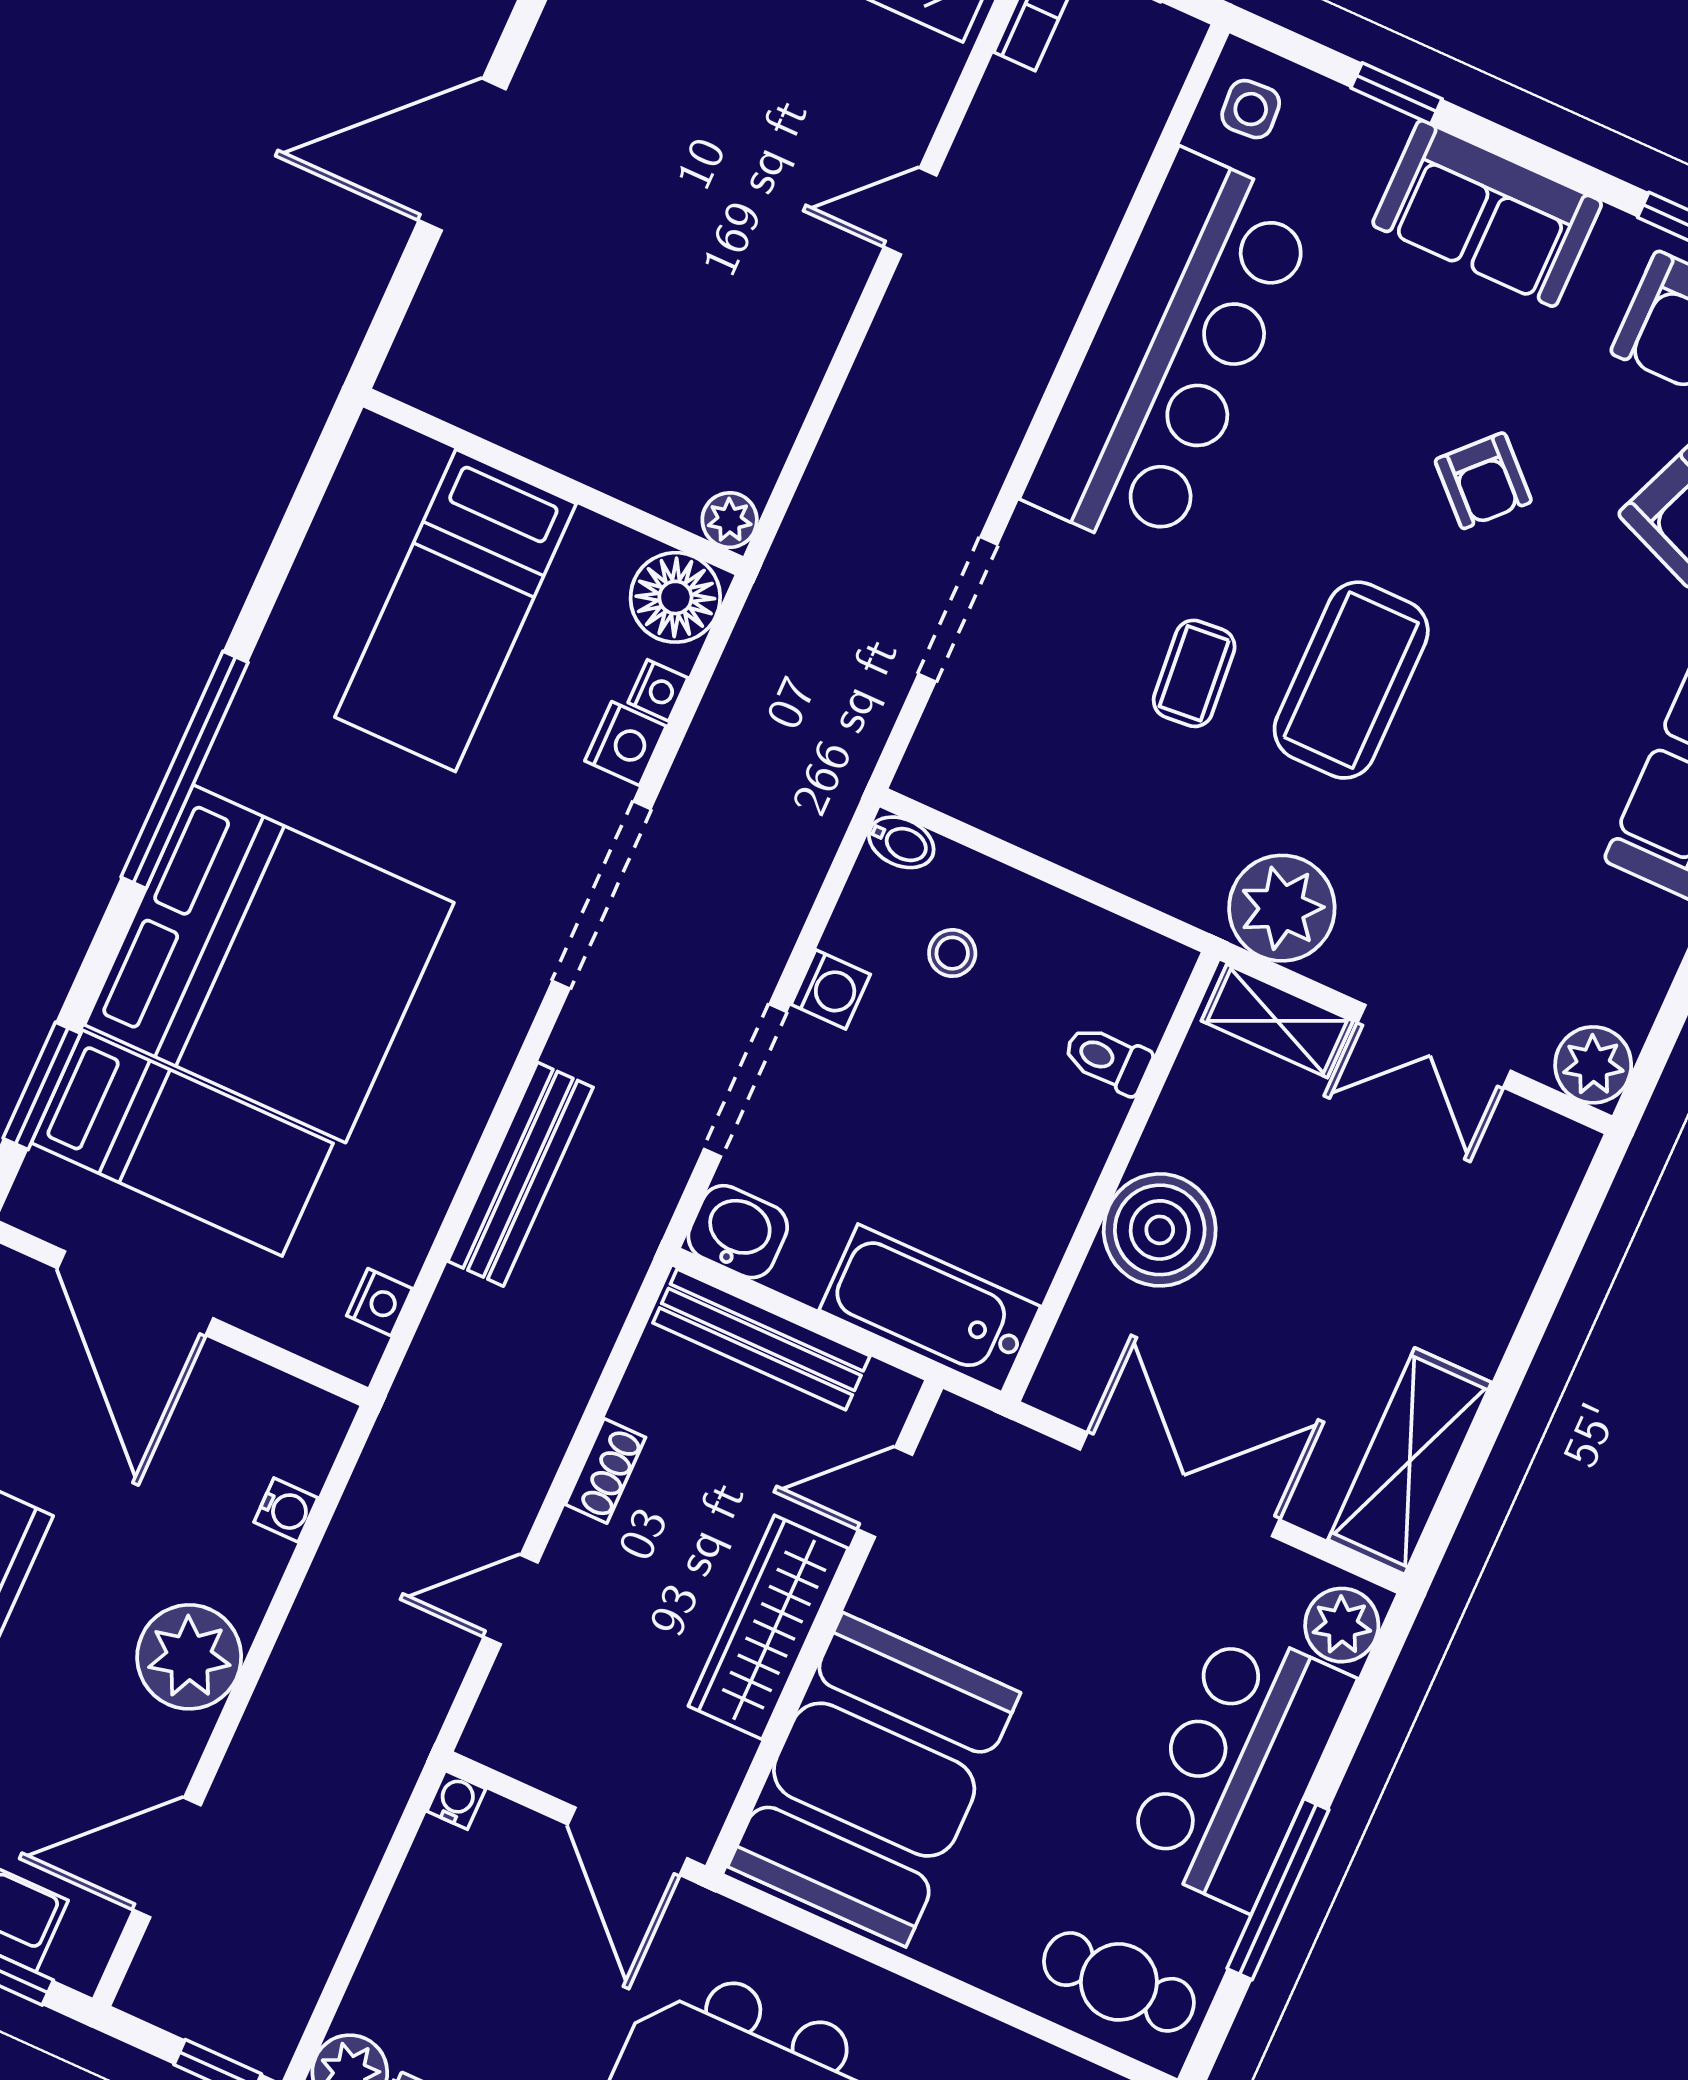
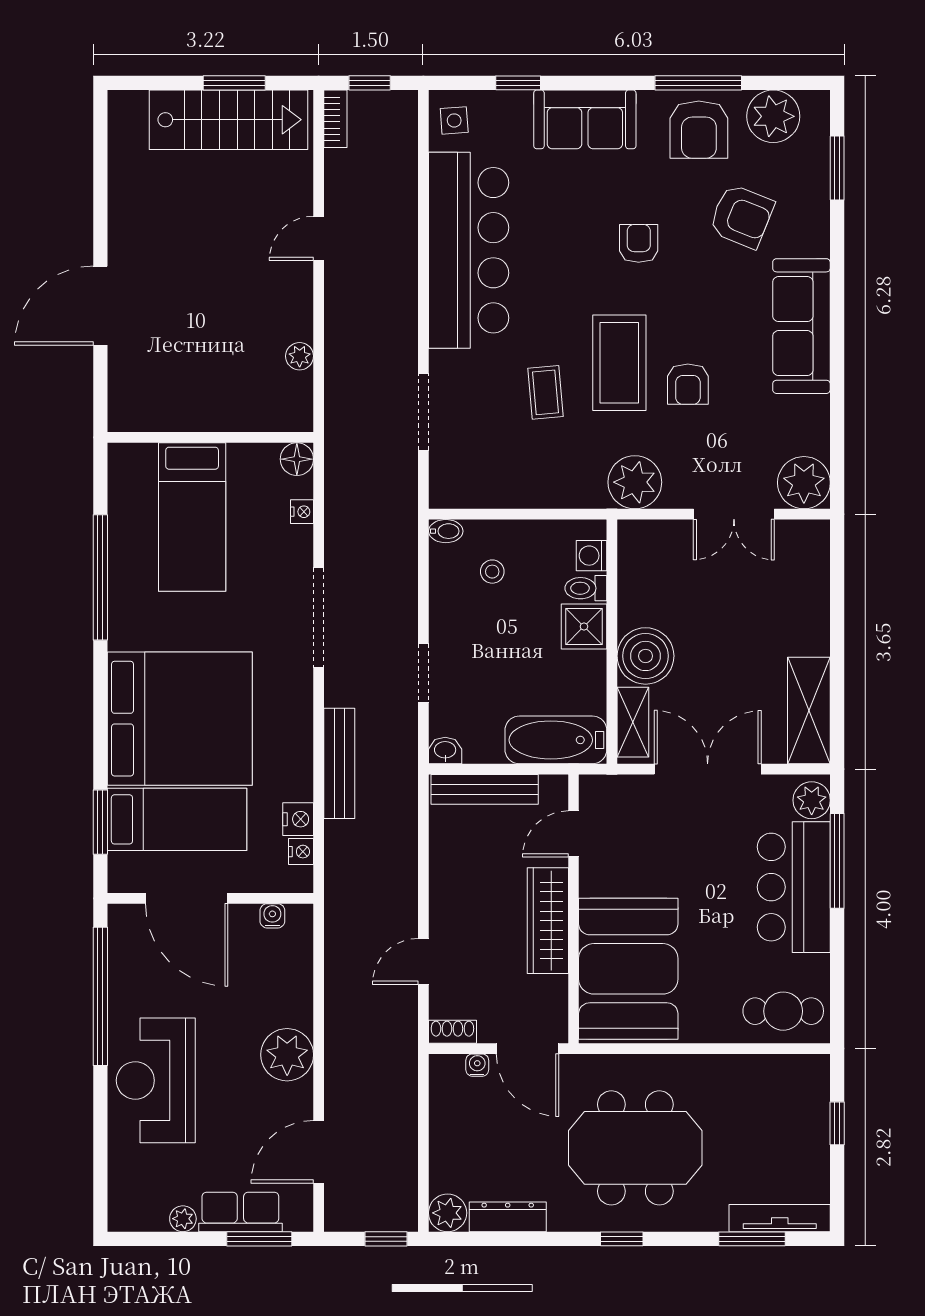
armchair: (1483, 481) -> (639, 243), turned -134
plant: (730, 520) -> (300, 356), moved
floor lamp: (675, 597) -> (297, 459), width x0.73, depth x0.73
nightstand: (626, 744) -> (298, 819), moved
window: (185, 770) -> (100, 577), moved
armchair: (1457, 775) -> (688, 384), added
washing machine: (831, 989) -> (591, 556), moved, turned 180
shelving: (1277, 1021) -> (633, 722), moved, turned 90
plant: (1593, 1065) -> (804, 483), width x1.36, depth x1.36
doorway: (745, 1080) -> (423, 673), width x0.73
shower: (1073, 1127) -> (584, 626), added
washbasin: (738, 1232) -> (445, 751), width x0.72, depth x0.69
shoe rack: (605, 1471) -> (452, 1032), moved, turned -90
water cooler: (286, 1510) -> (272, 916), moved, turned -90
water cooler: (456, 1800) -> (477, 1065), moved
window: (1278, 1889) -> (837, 861), moved

